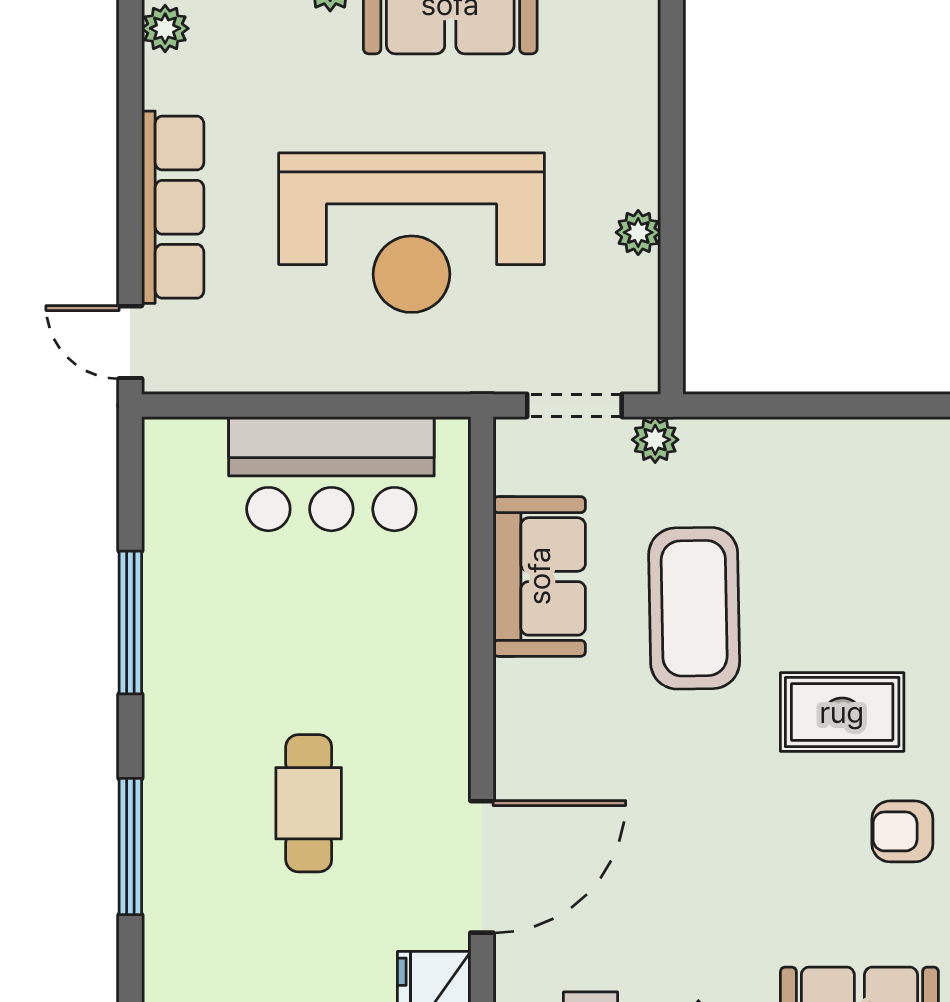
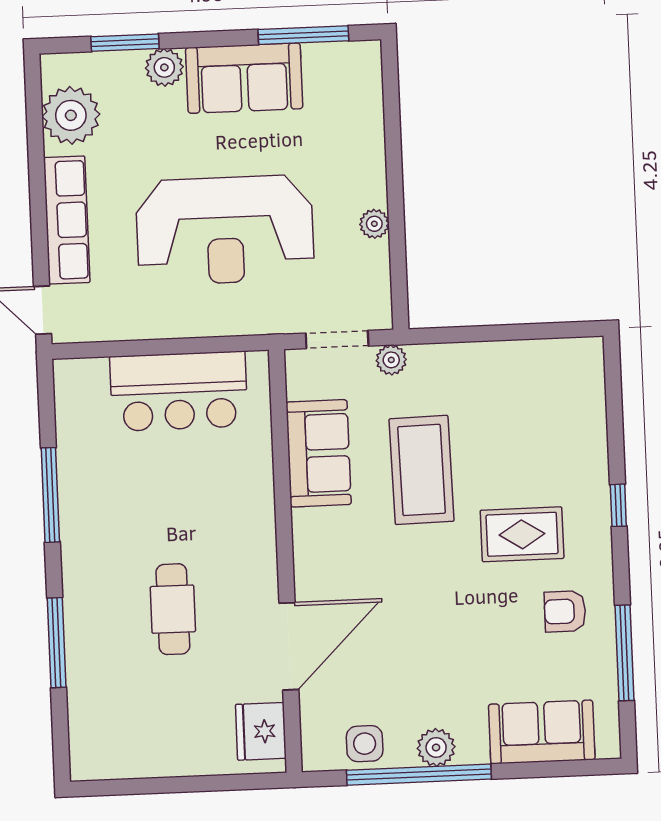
plant: (165, 28) -> (71, 115), width x1.87, depth x1.87

